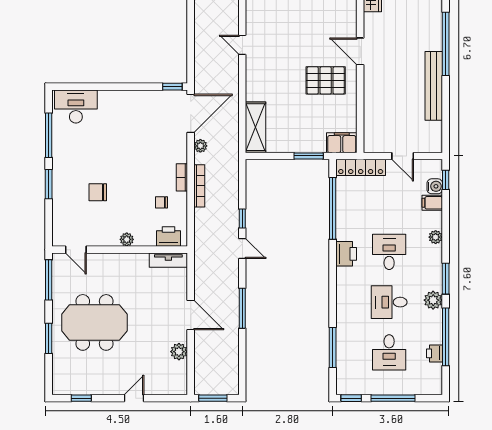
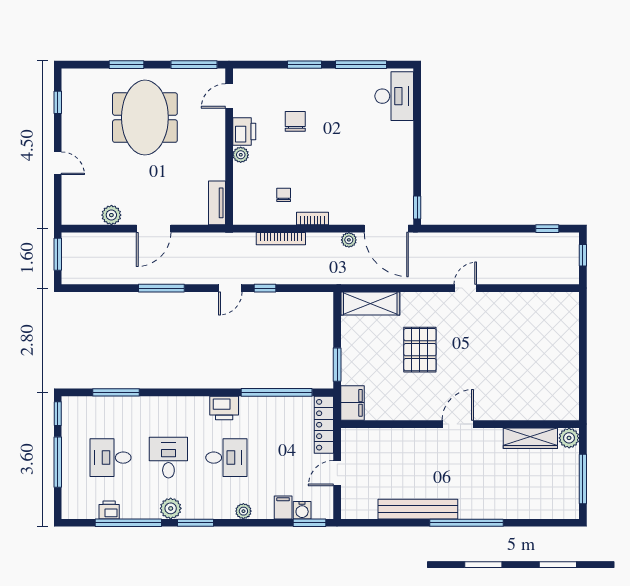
pallet: (326, 80) -> (420, 350), moved
window: (446, 180) -> (310, 523), width x1.50
bookcase: (199, 186) -> (281, 239), moved
printer: (168, 236) -> (244, 132), moved

